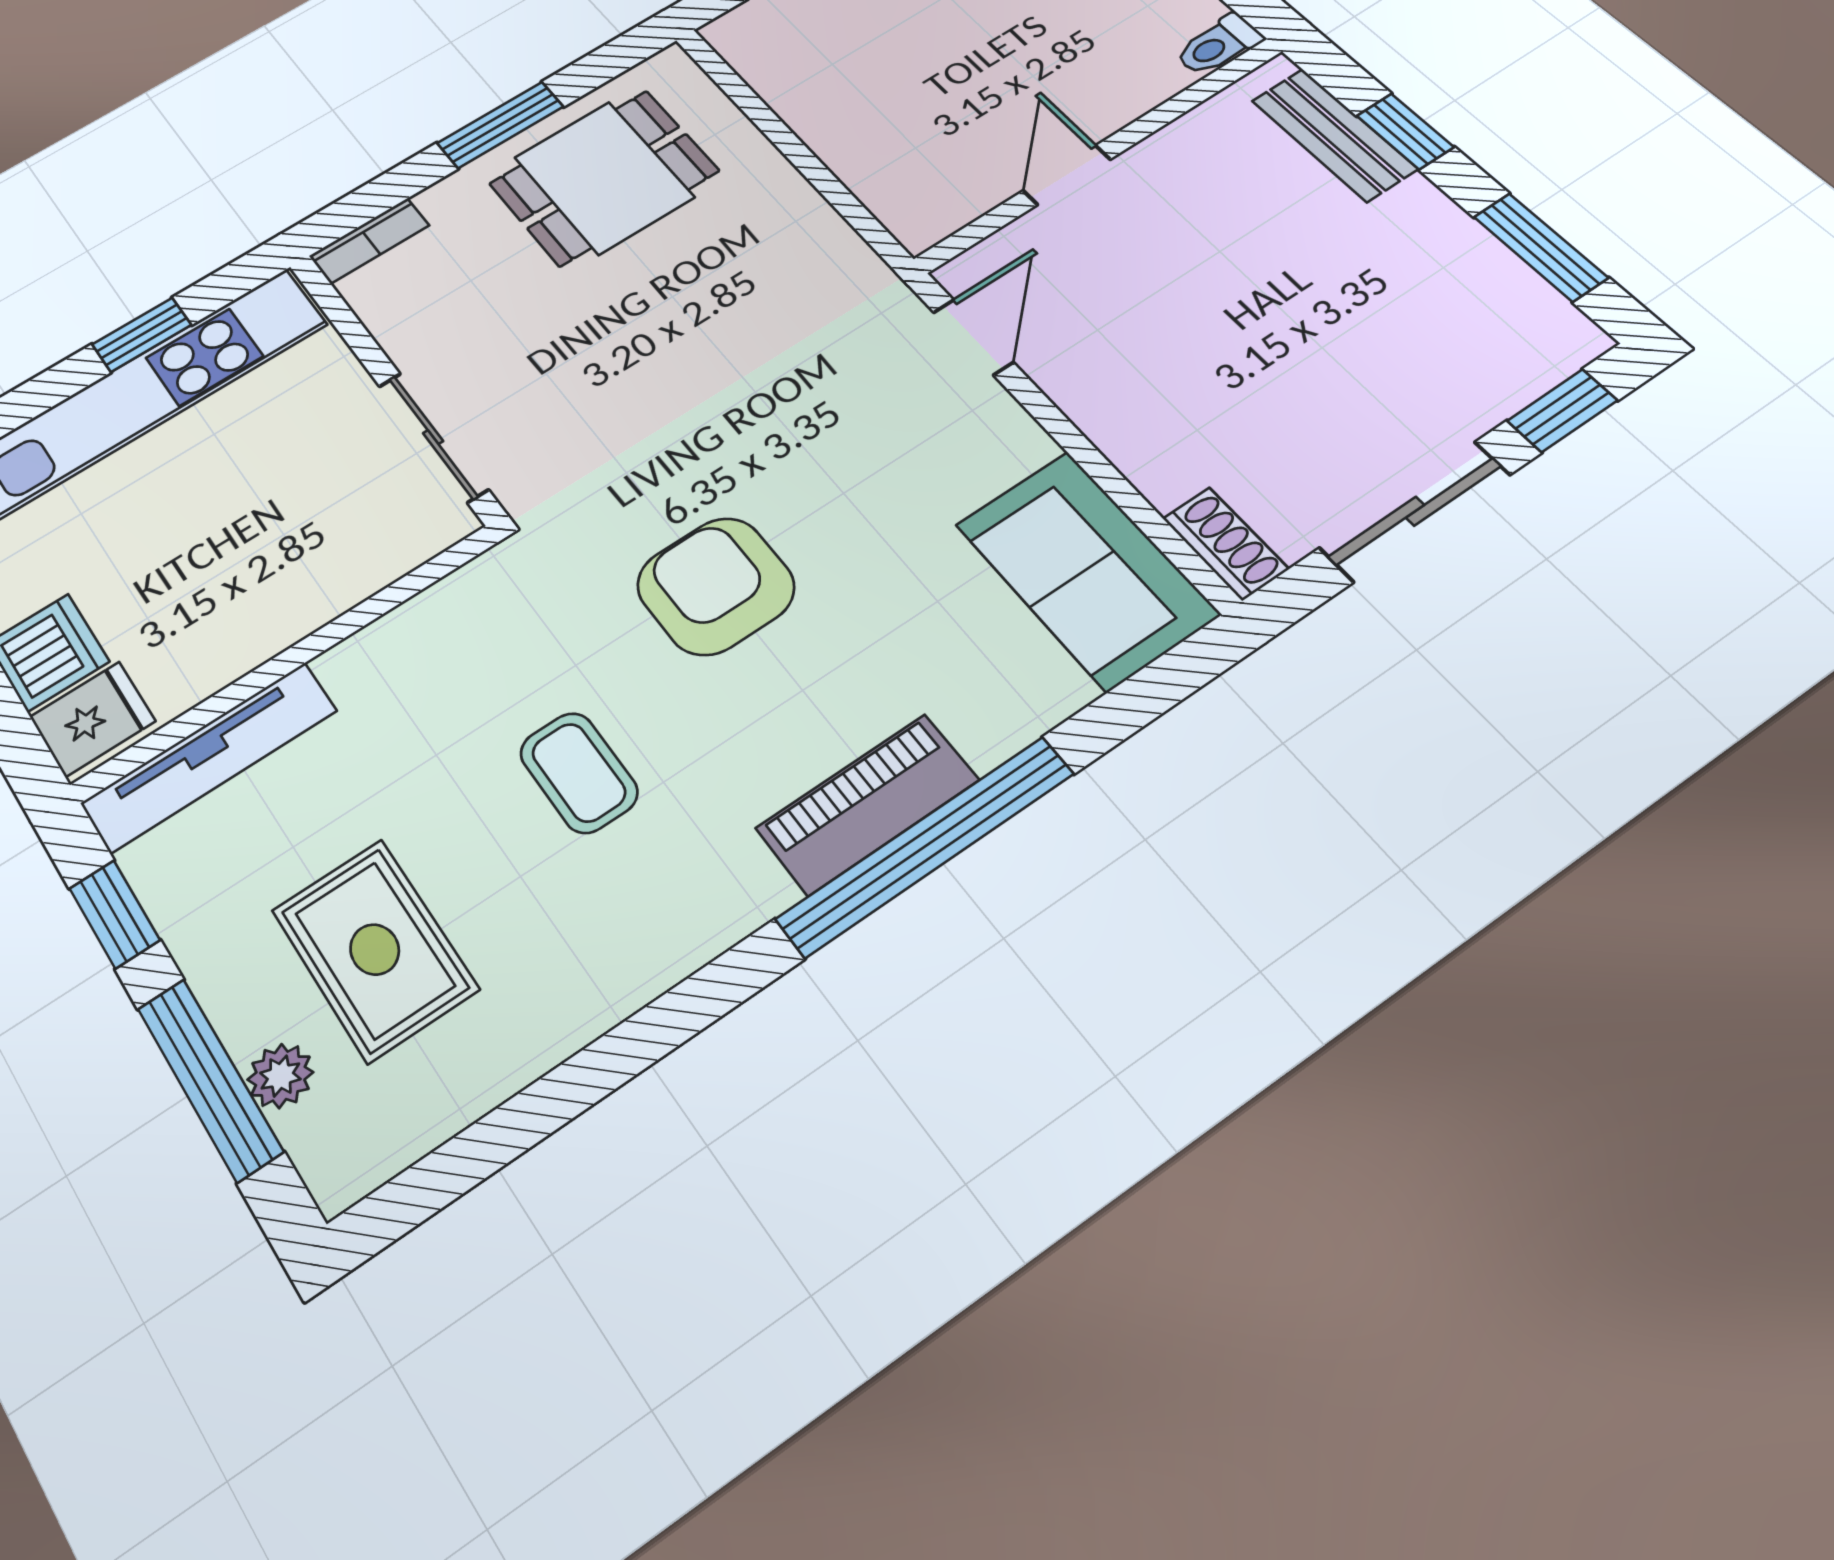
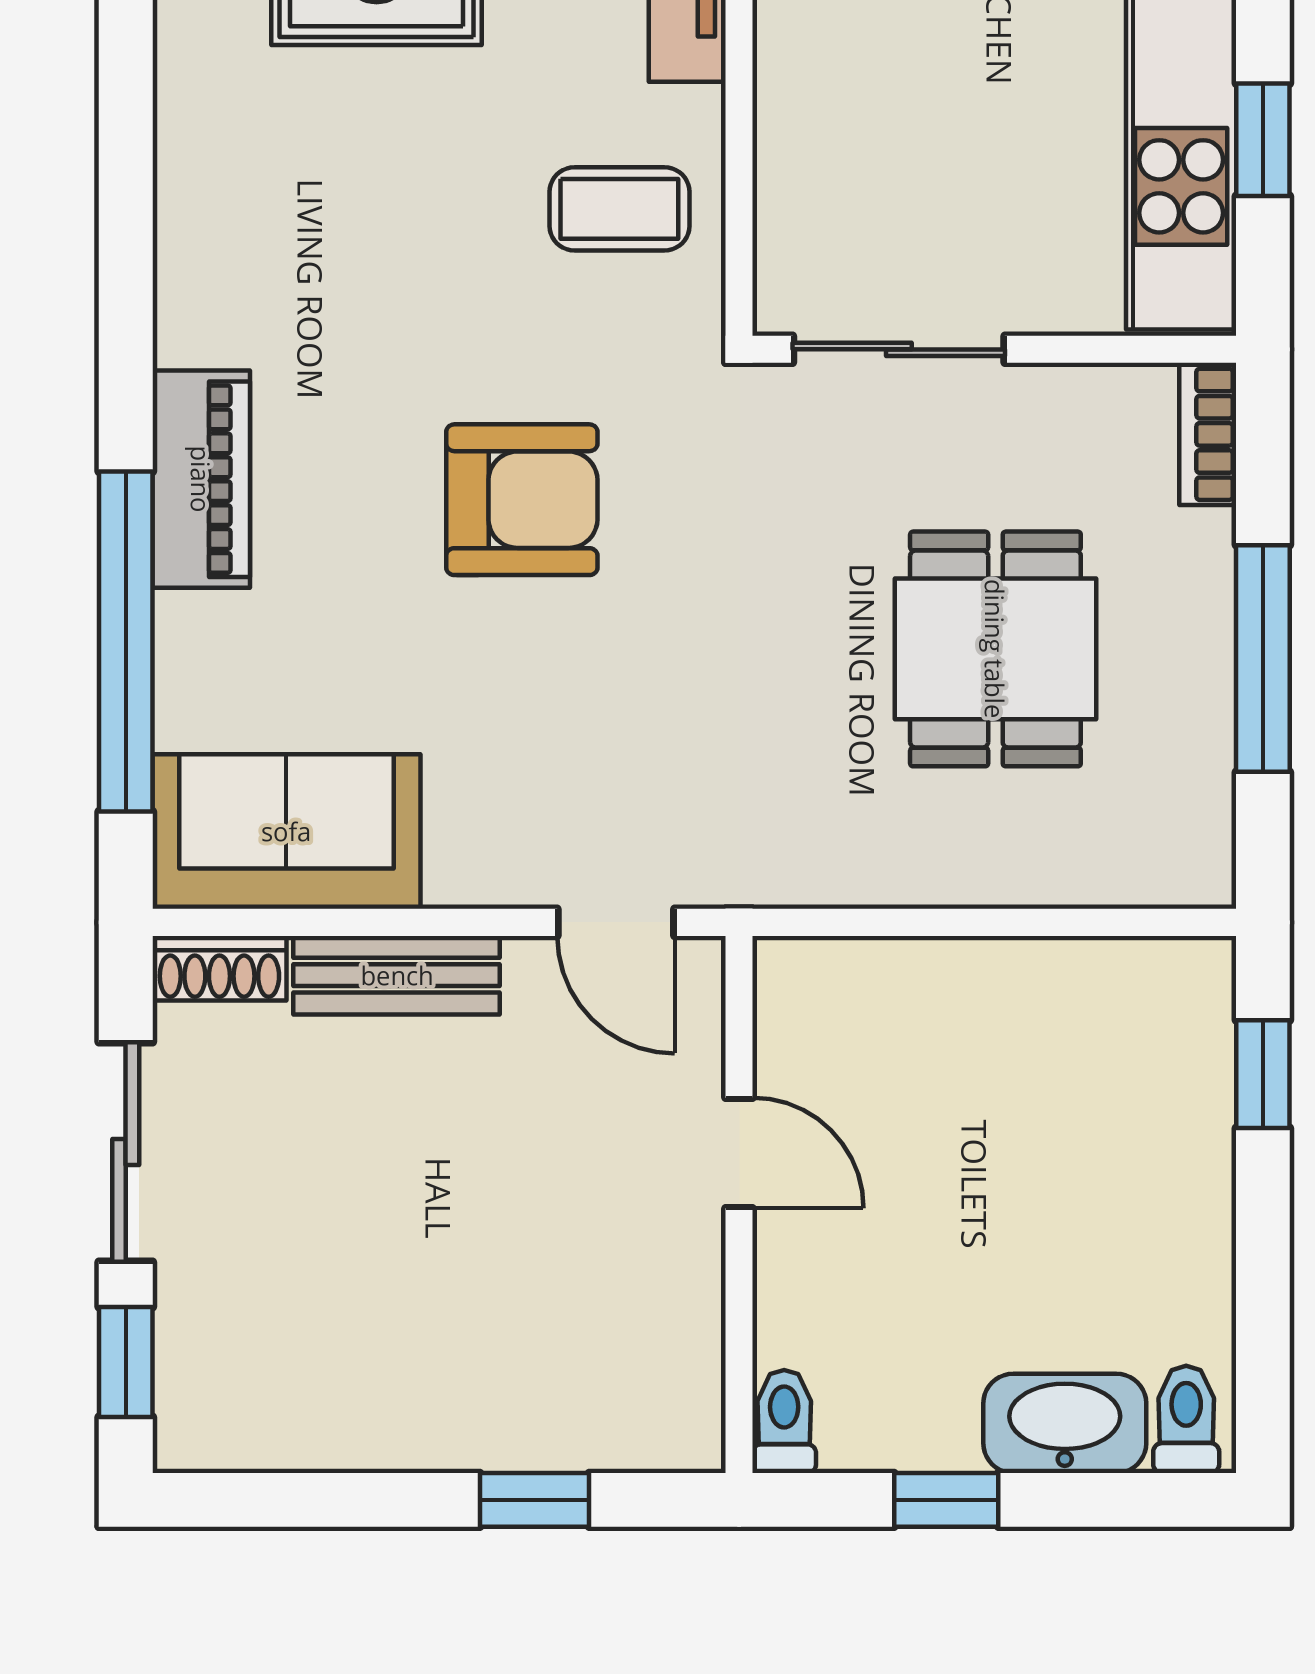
window: (500, 125) -> (1263, 659), width x1.44
bench: (1334, 135) -> (397, 975), moved
dining table: (604, 177) -> (995, 649), moved
window: (1541, 247) -> (307, 1500), removed
coffee table: (579, 773) -> (619, 209), moved
window: (926, 846) -> (126, 642), moved

